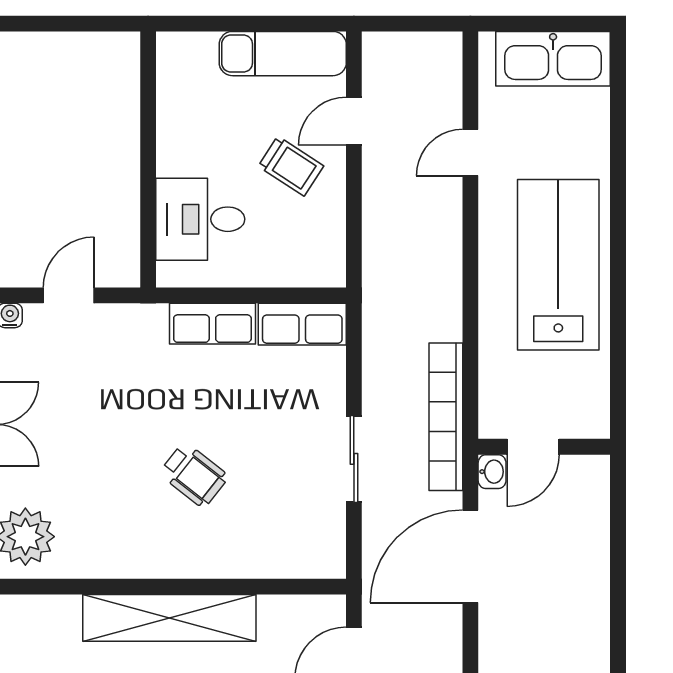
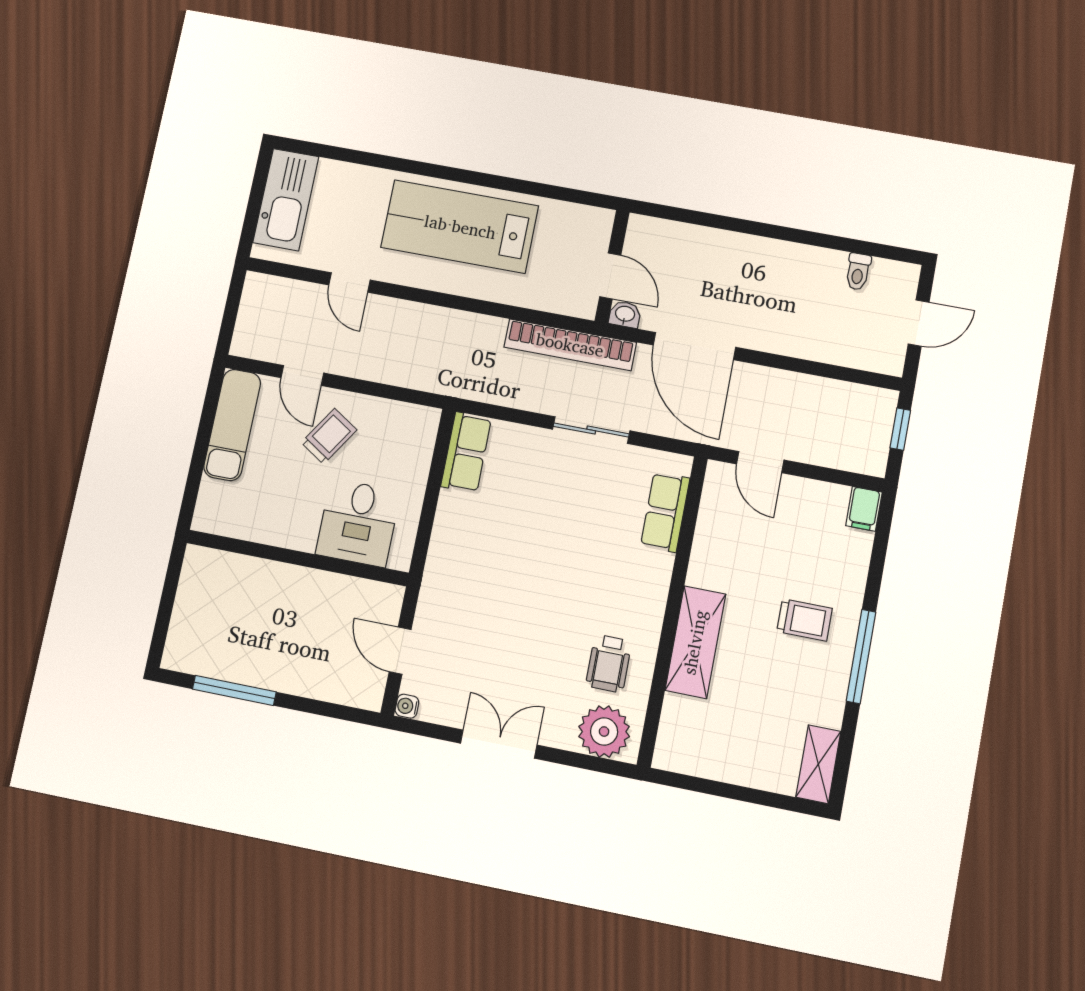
row of seats: (212, 324) -> (665, 512), moved, turned 180
wheelchair: (194, 475) -> (609, 663), moved, turned 142
shelving: (169, 618) -> (695, 642), width x0.68

